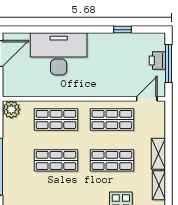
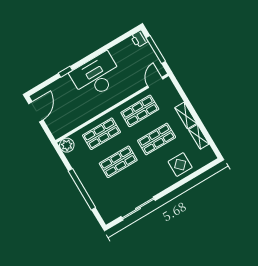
window: (123, 30) -> (65, 72), moved
desk: (59, 54) -> (96, 76), moved
printer: (157, 61) -> (139, 39), moved

